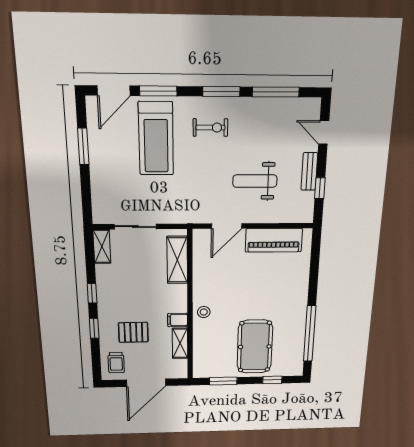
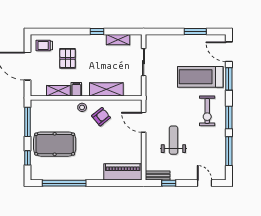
exercise bike: (210, 128) -> (207, 111), width x1.38, depth x1.39
door: (324, 132) -> (205, 183), hinge flipped
bench: (309, 171) -> (158, 175), moved
piano: (274, 240) -> (123, 172), moved, turned 90
shelving: (102, 246) -> (118, 40), moved
shelving: (177, 260) -> (106, 89), moved
armchair: (217, 286) -> (101, 117), added
window: (94, 328) -> (71, 31), removed
window: (223, 381) -> (27, 122), width x1.44

